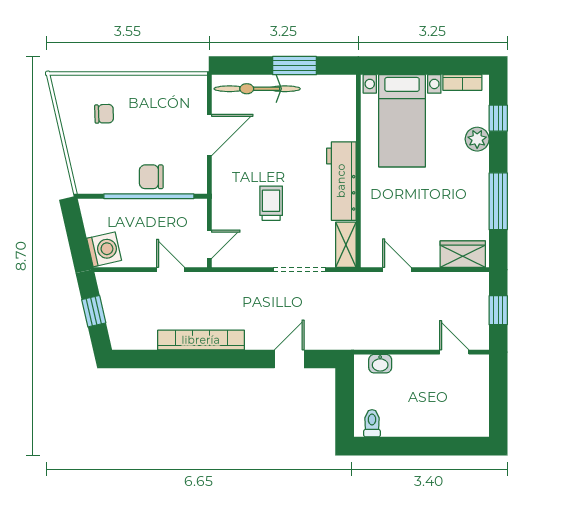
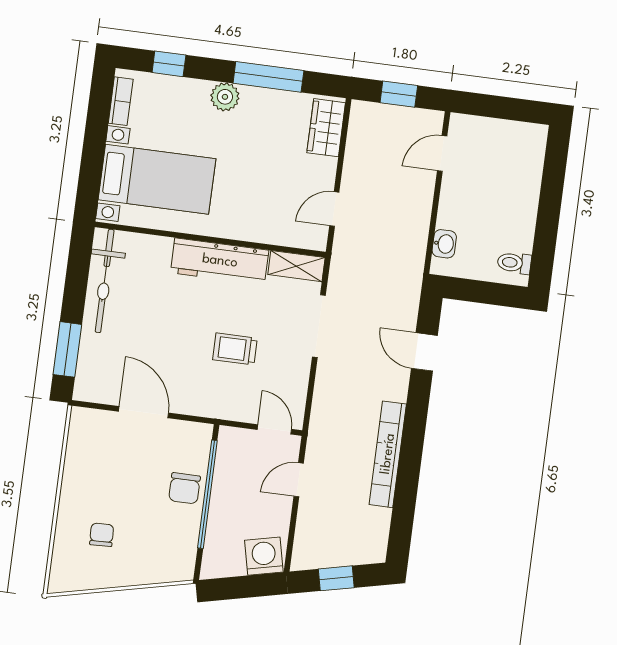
window: (295, 66) -> (67, 349), moved
bicycle: (257, 89) -> (105, 281), moved
plant: (477, 139) -> (225, 97), moved

